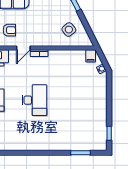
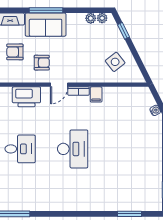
filing cabinet: (91, 56) -> (96, 94), moved

